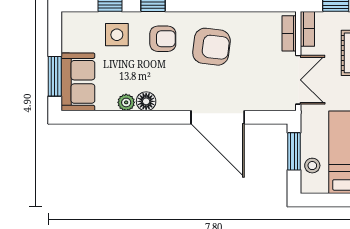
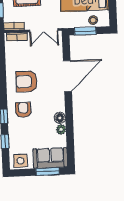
side table: (117, 35) -> (20, 161), moved
armchair: (211, 47) -> (27, 81), turned -97
double door: (298, 80) -> (44, 30), swing flipped

